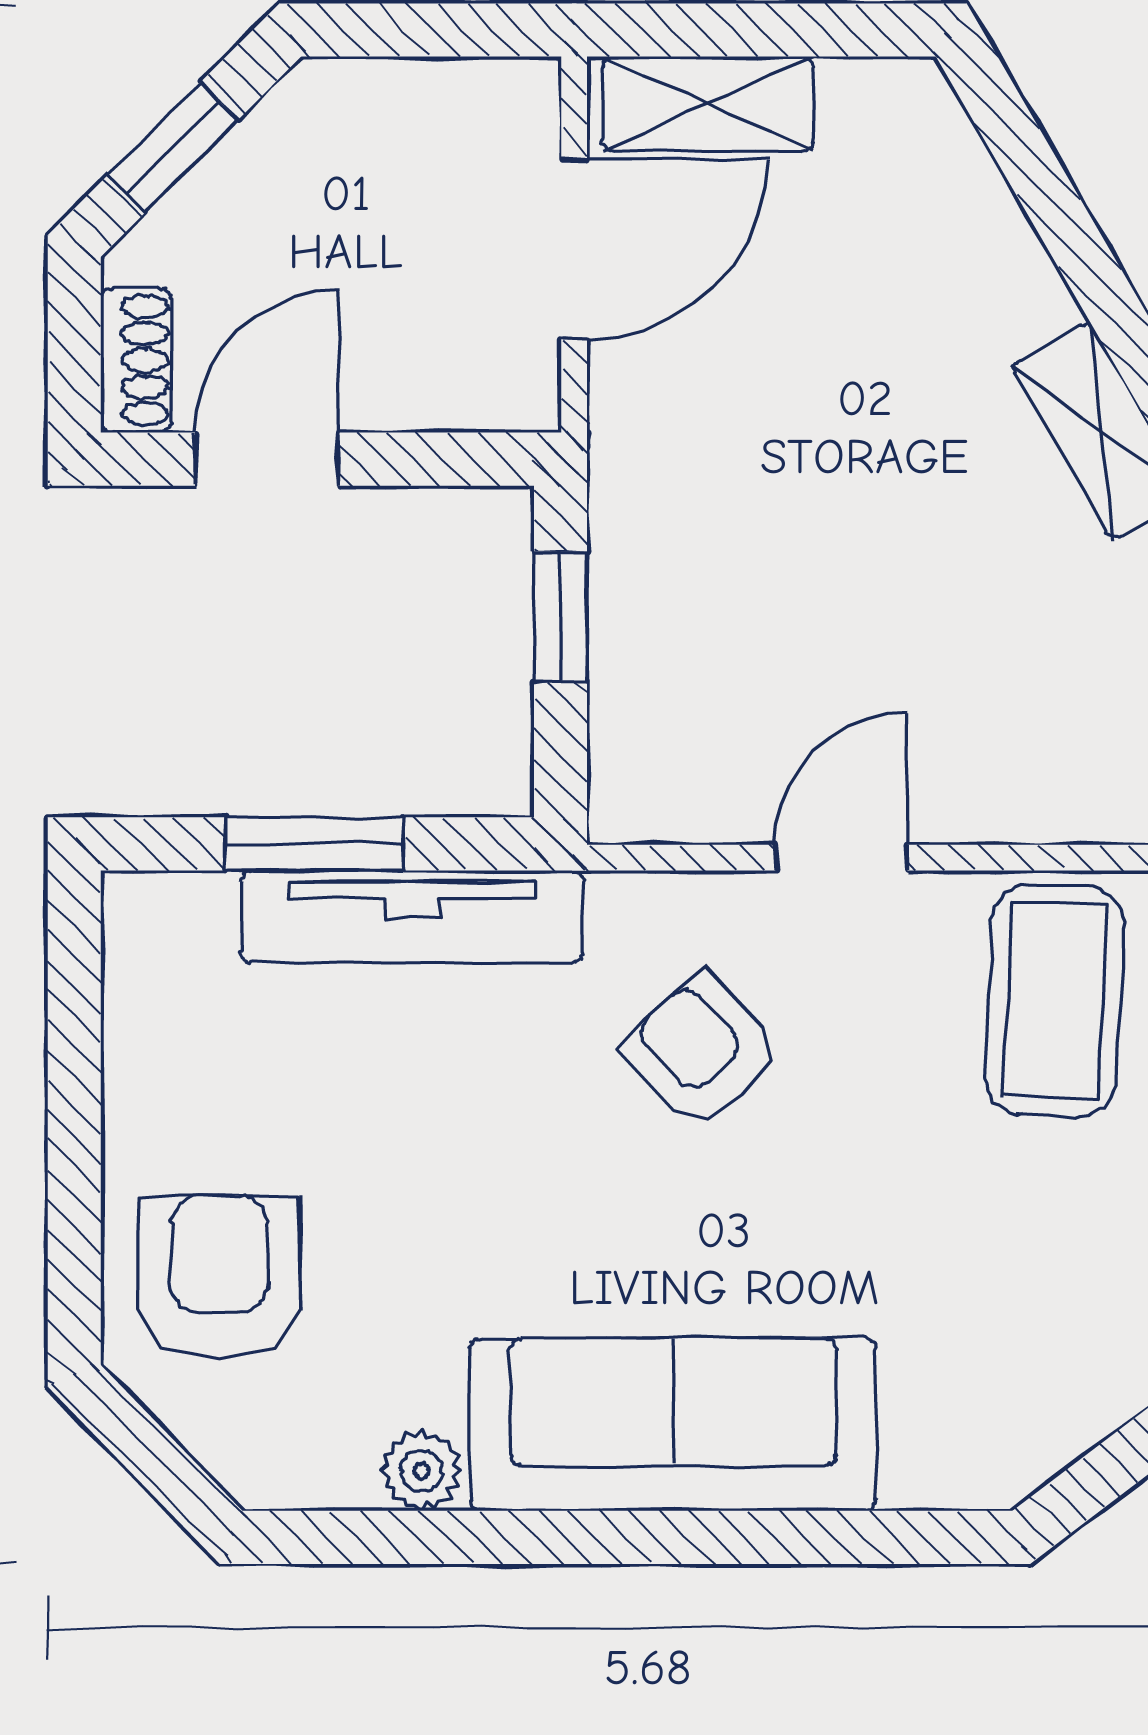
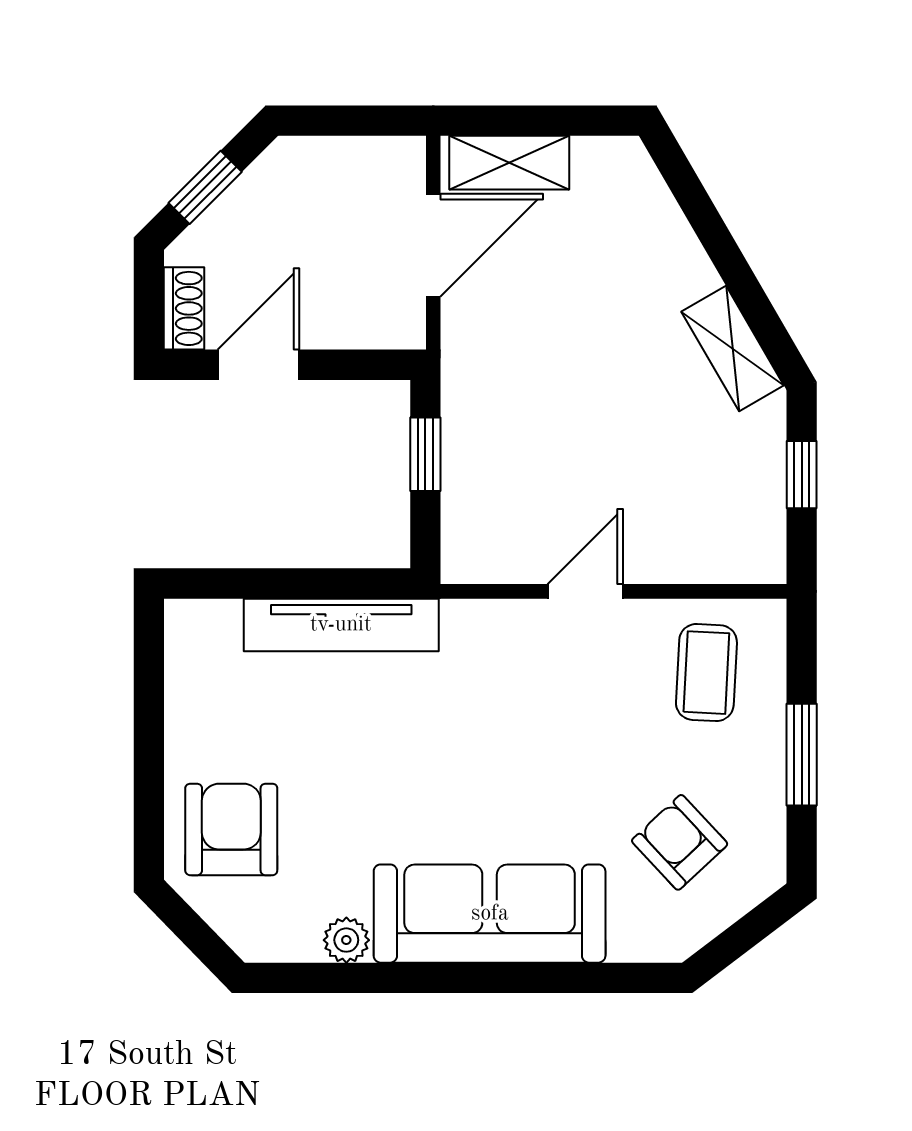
window: (314, 844) -> (285, 584), removed
coffee table: (1055, 1000) -> (706, 673), width x0.73, depth x0.77
armchair: (701, 1052) -> (680, 842), moved

